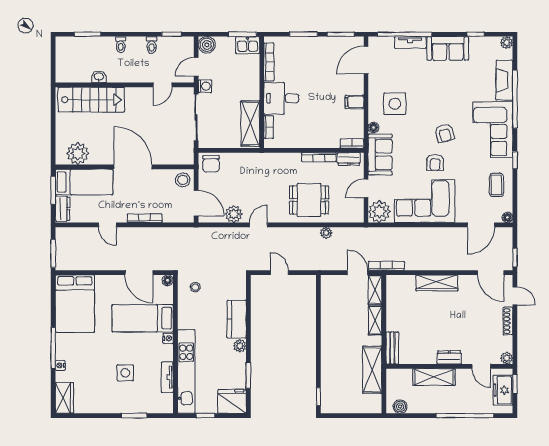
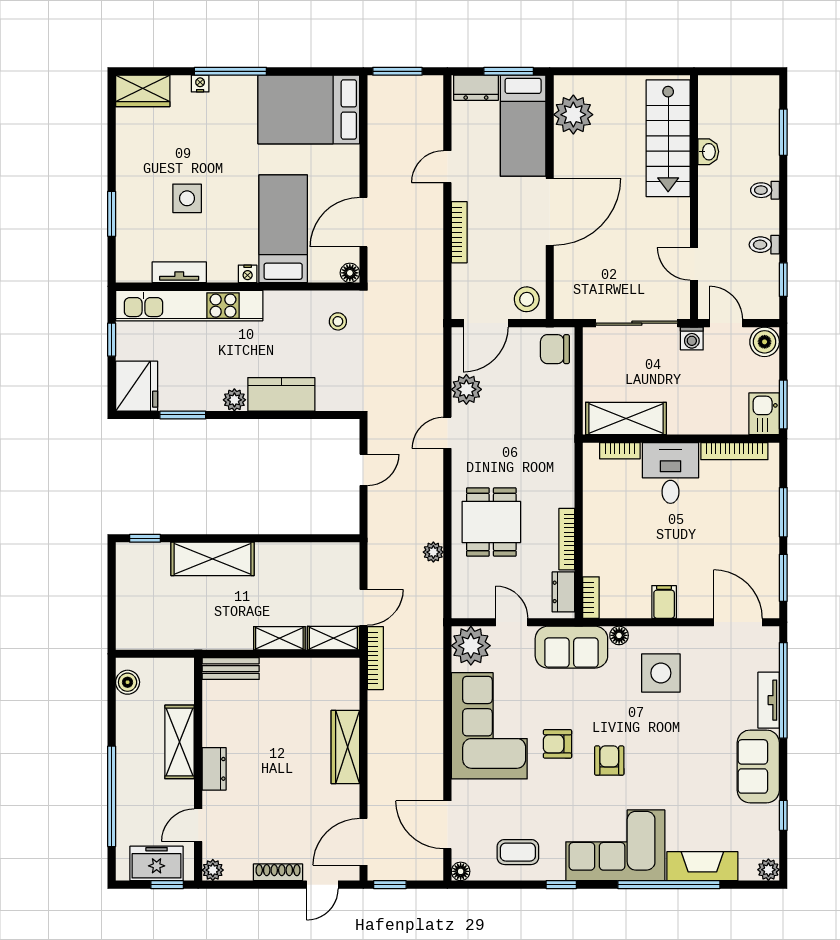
armchair: (445, 133) -> (609, 761), turned 106
door: (258, 225) -> (447, 433), swing flipped
shelving: (372, 370) -> (213, 559), moved

